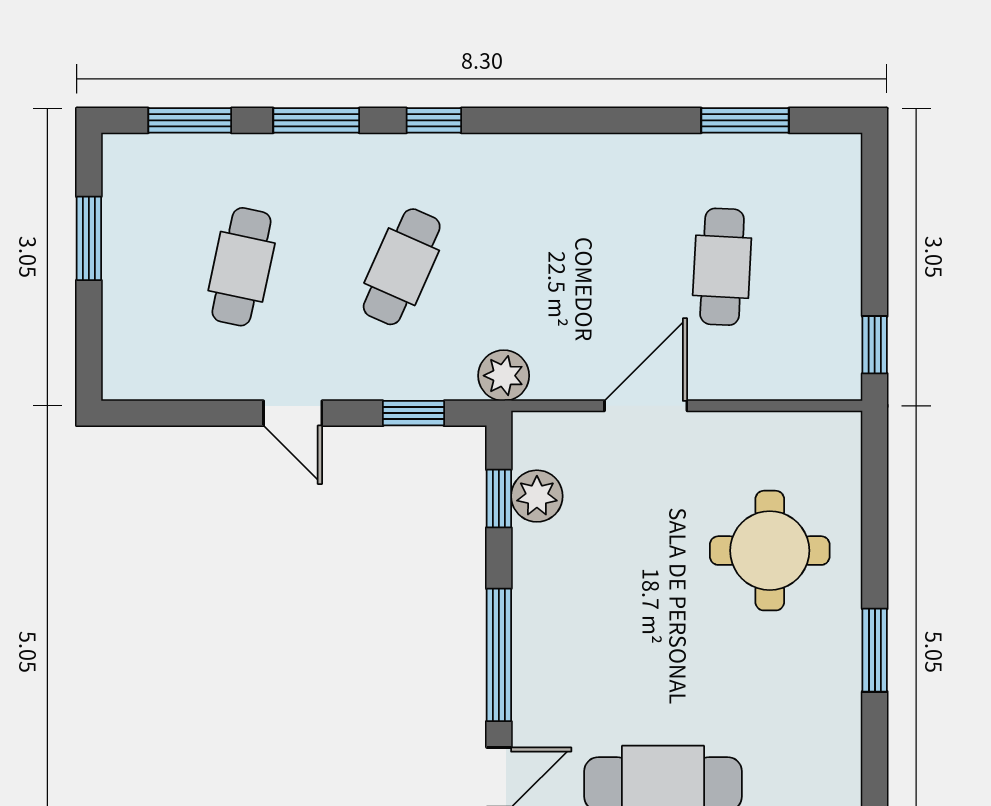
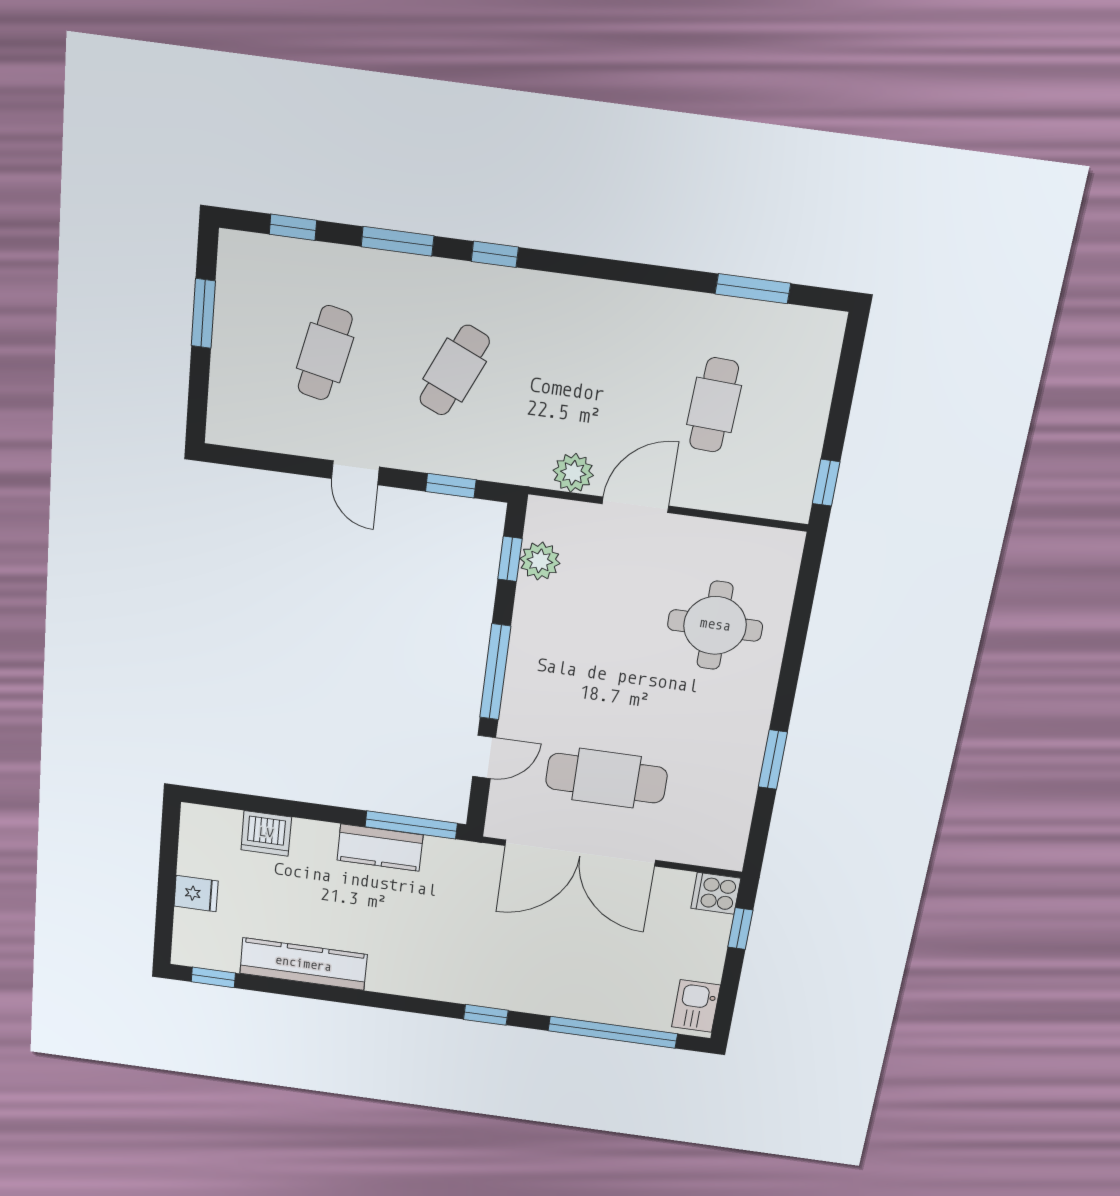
window: (190, 120) -> (293, 227), width x0.67
plant: (504, 376) -> (573, 473), moved
window: (875, 650) -> (773, 760), moved

